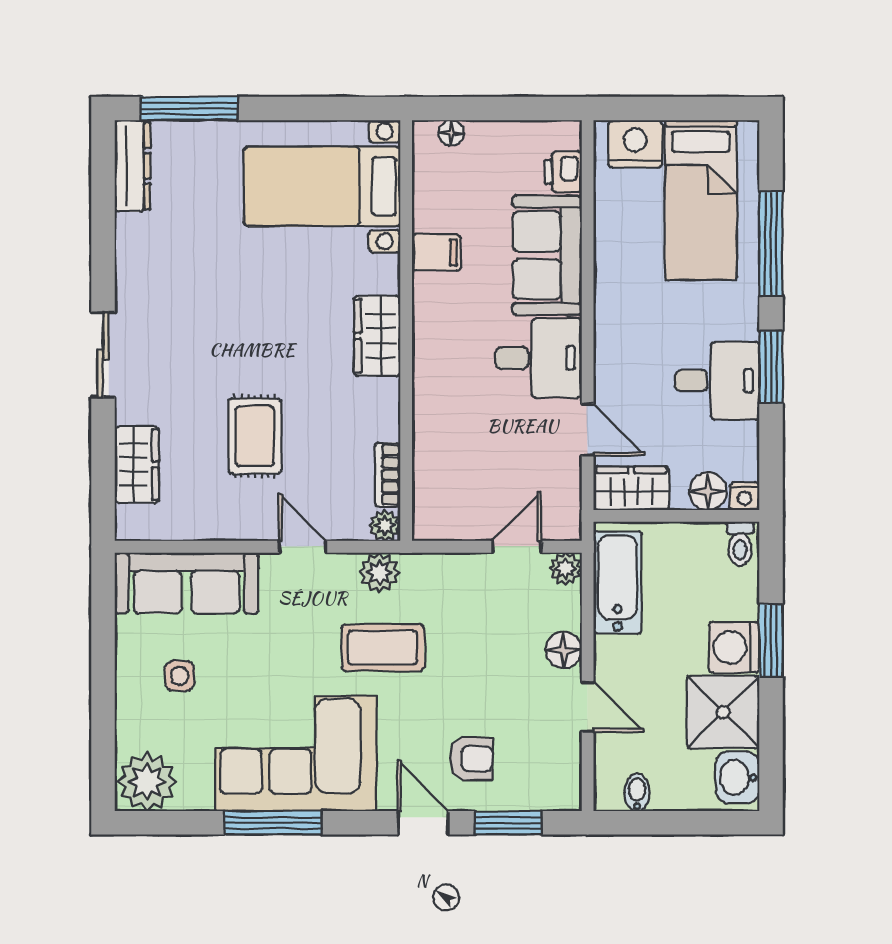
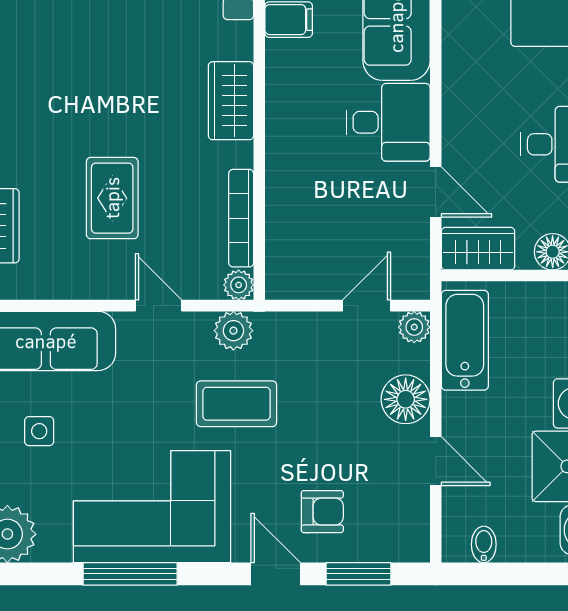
bookcase: (388, 475) -> (241, 218), width x1.56
floor lamp: (564, 650) -> (406, 399), width x1.38, depth x1.38

